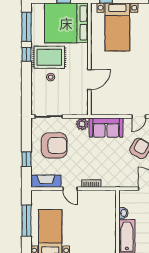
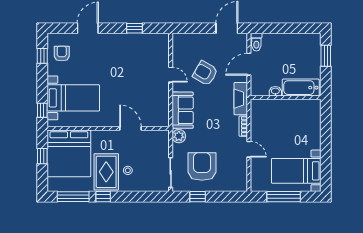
window: (26, 159) -> (198, 197), moved
fireplace: (46, 181) -> (241, 99), moved
door: (70, 189) -> (249, 149), hinge flipped

